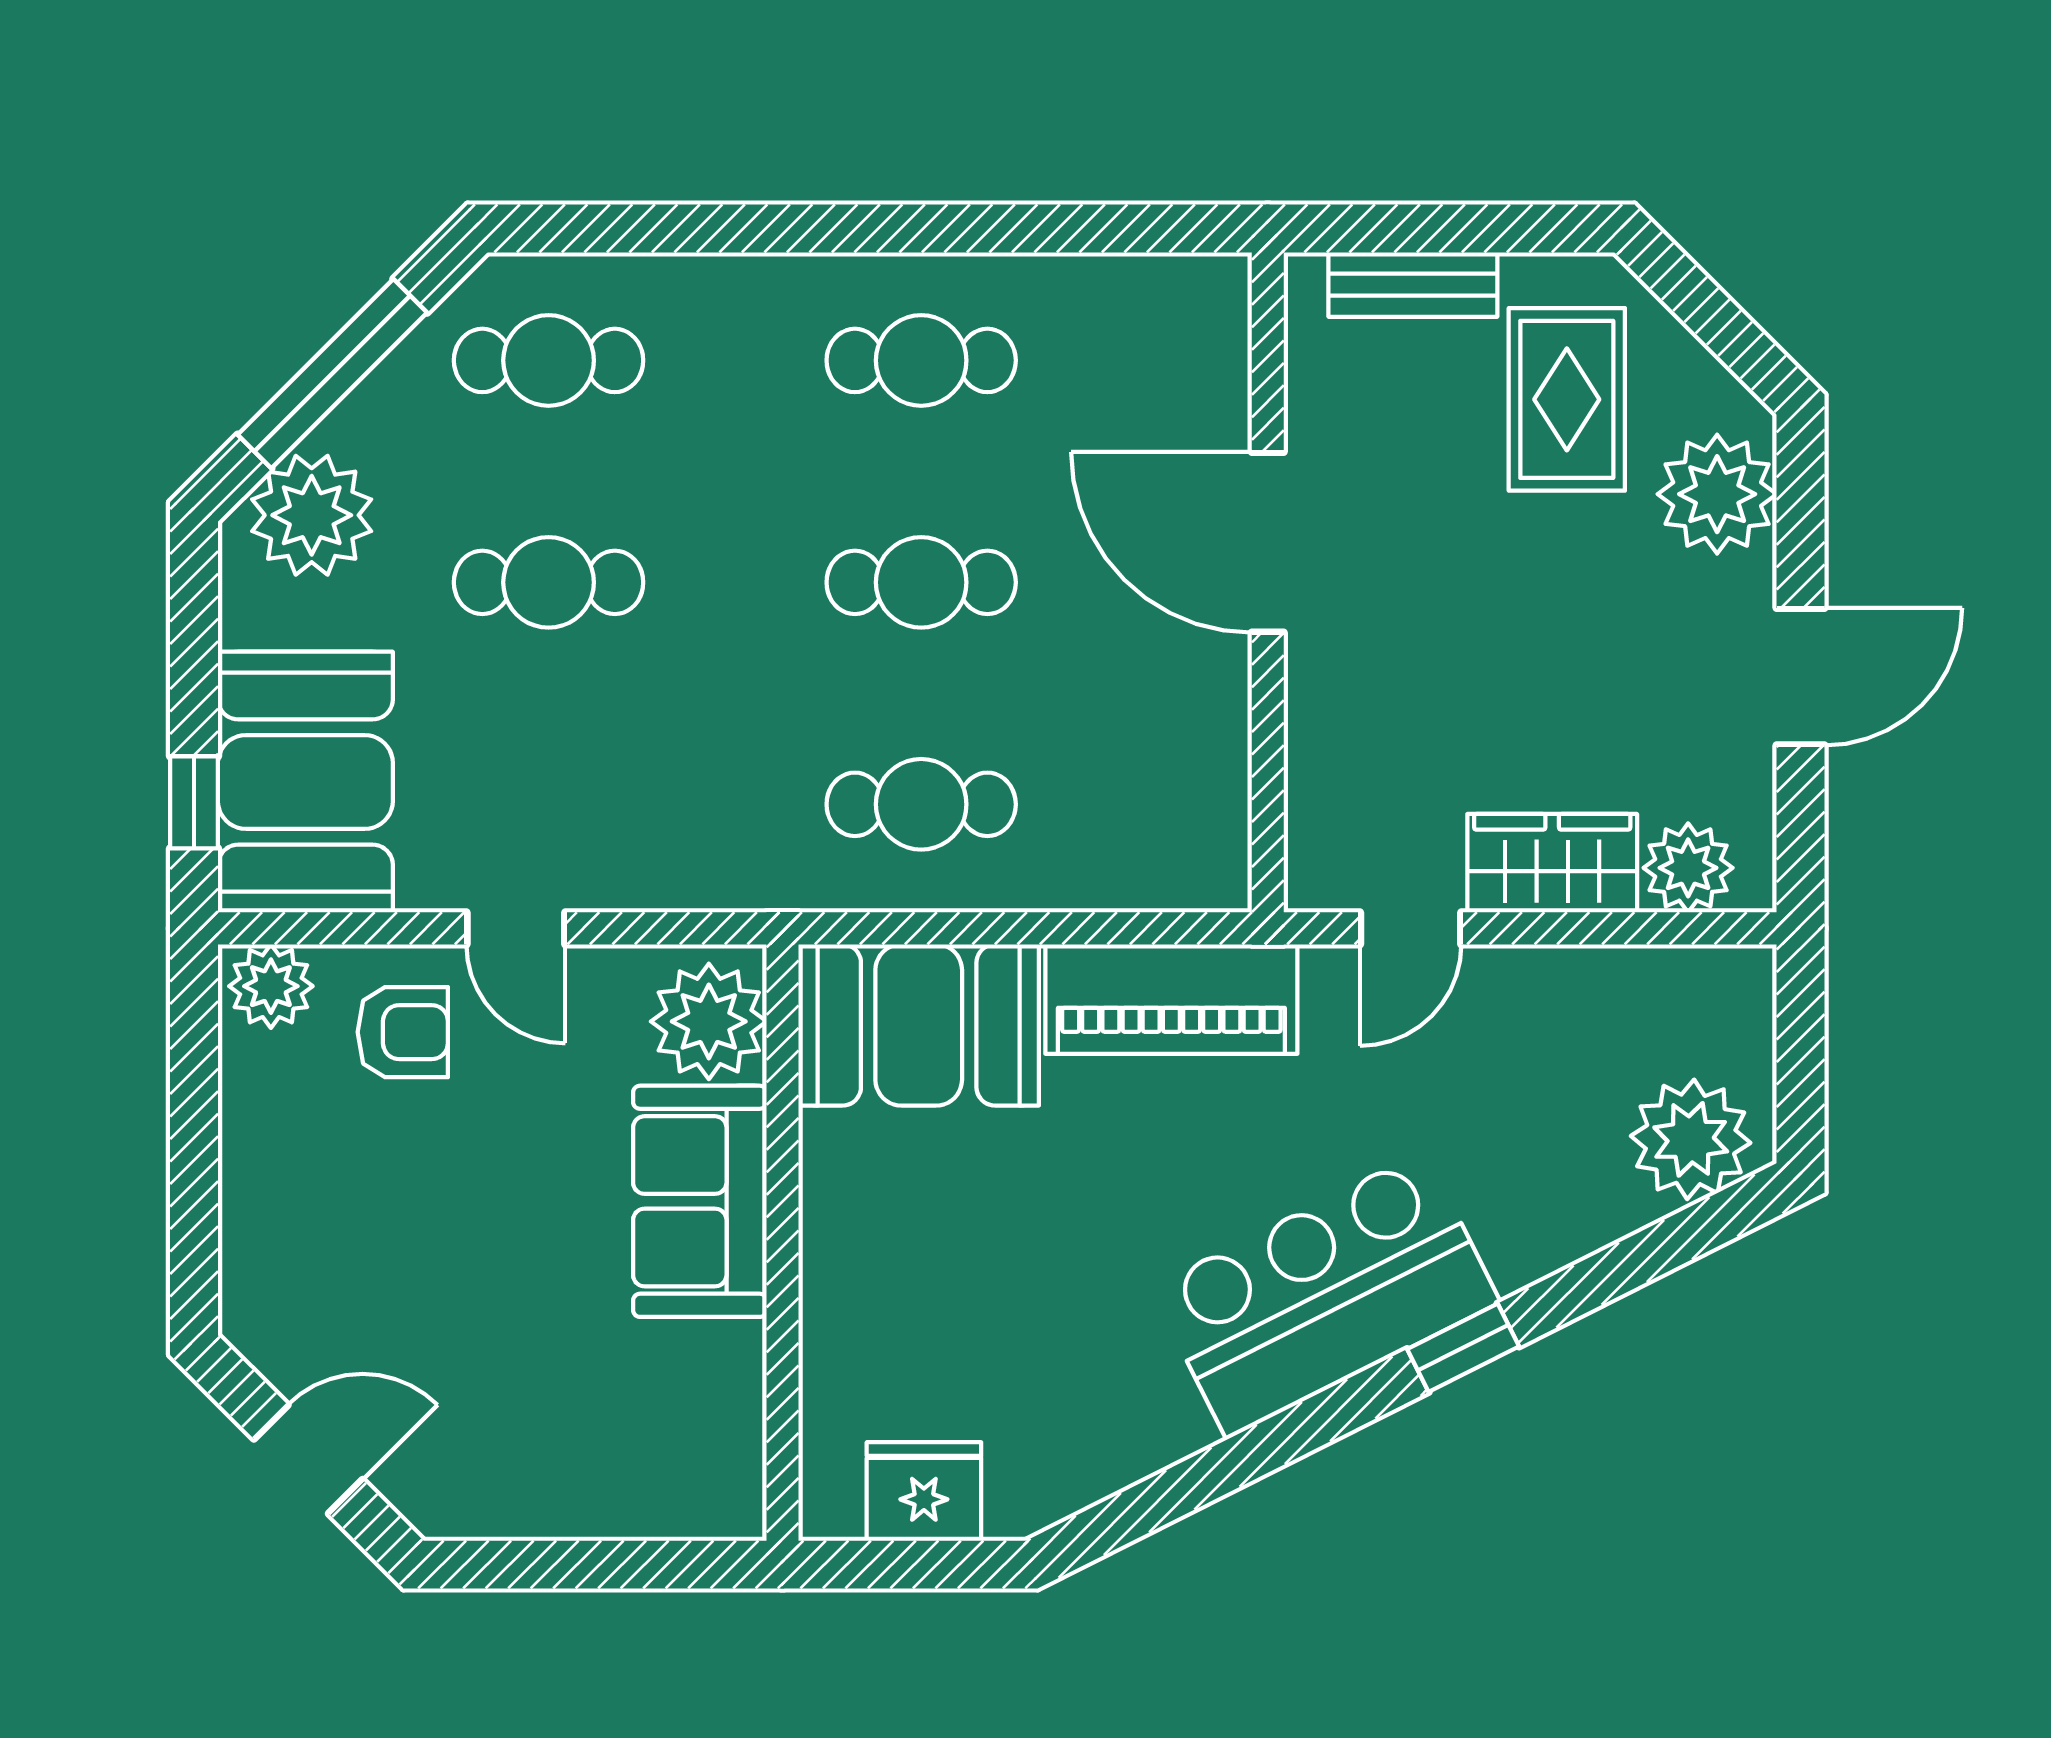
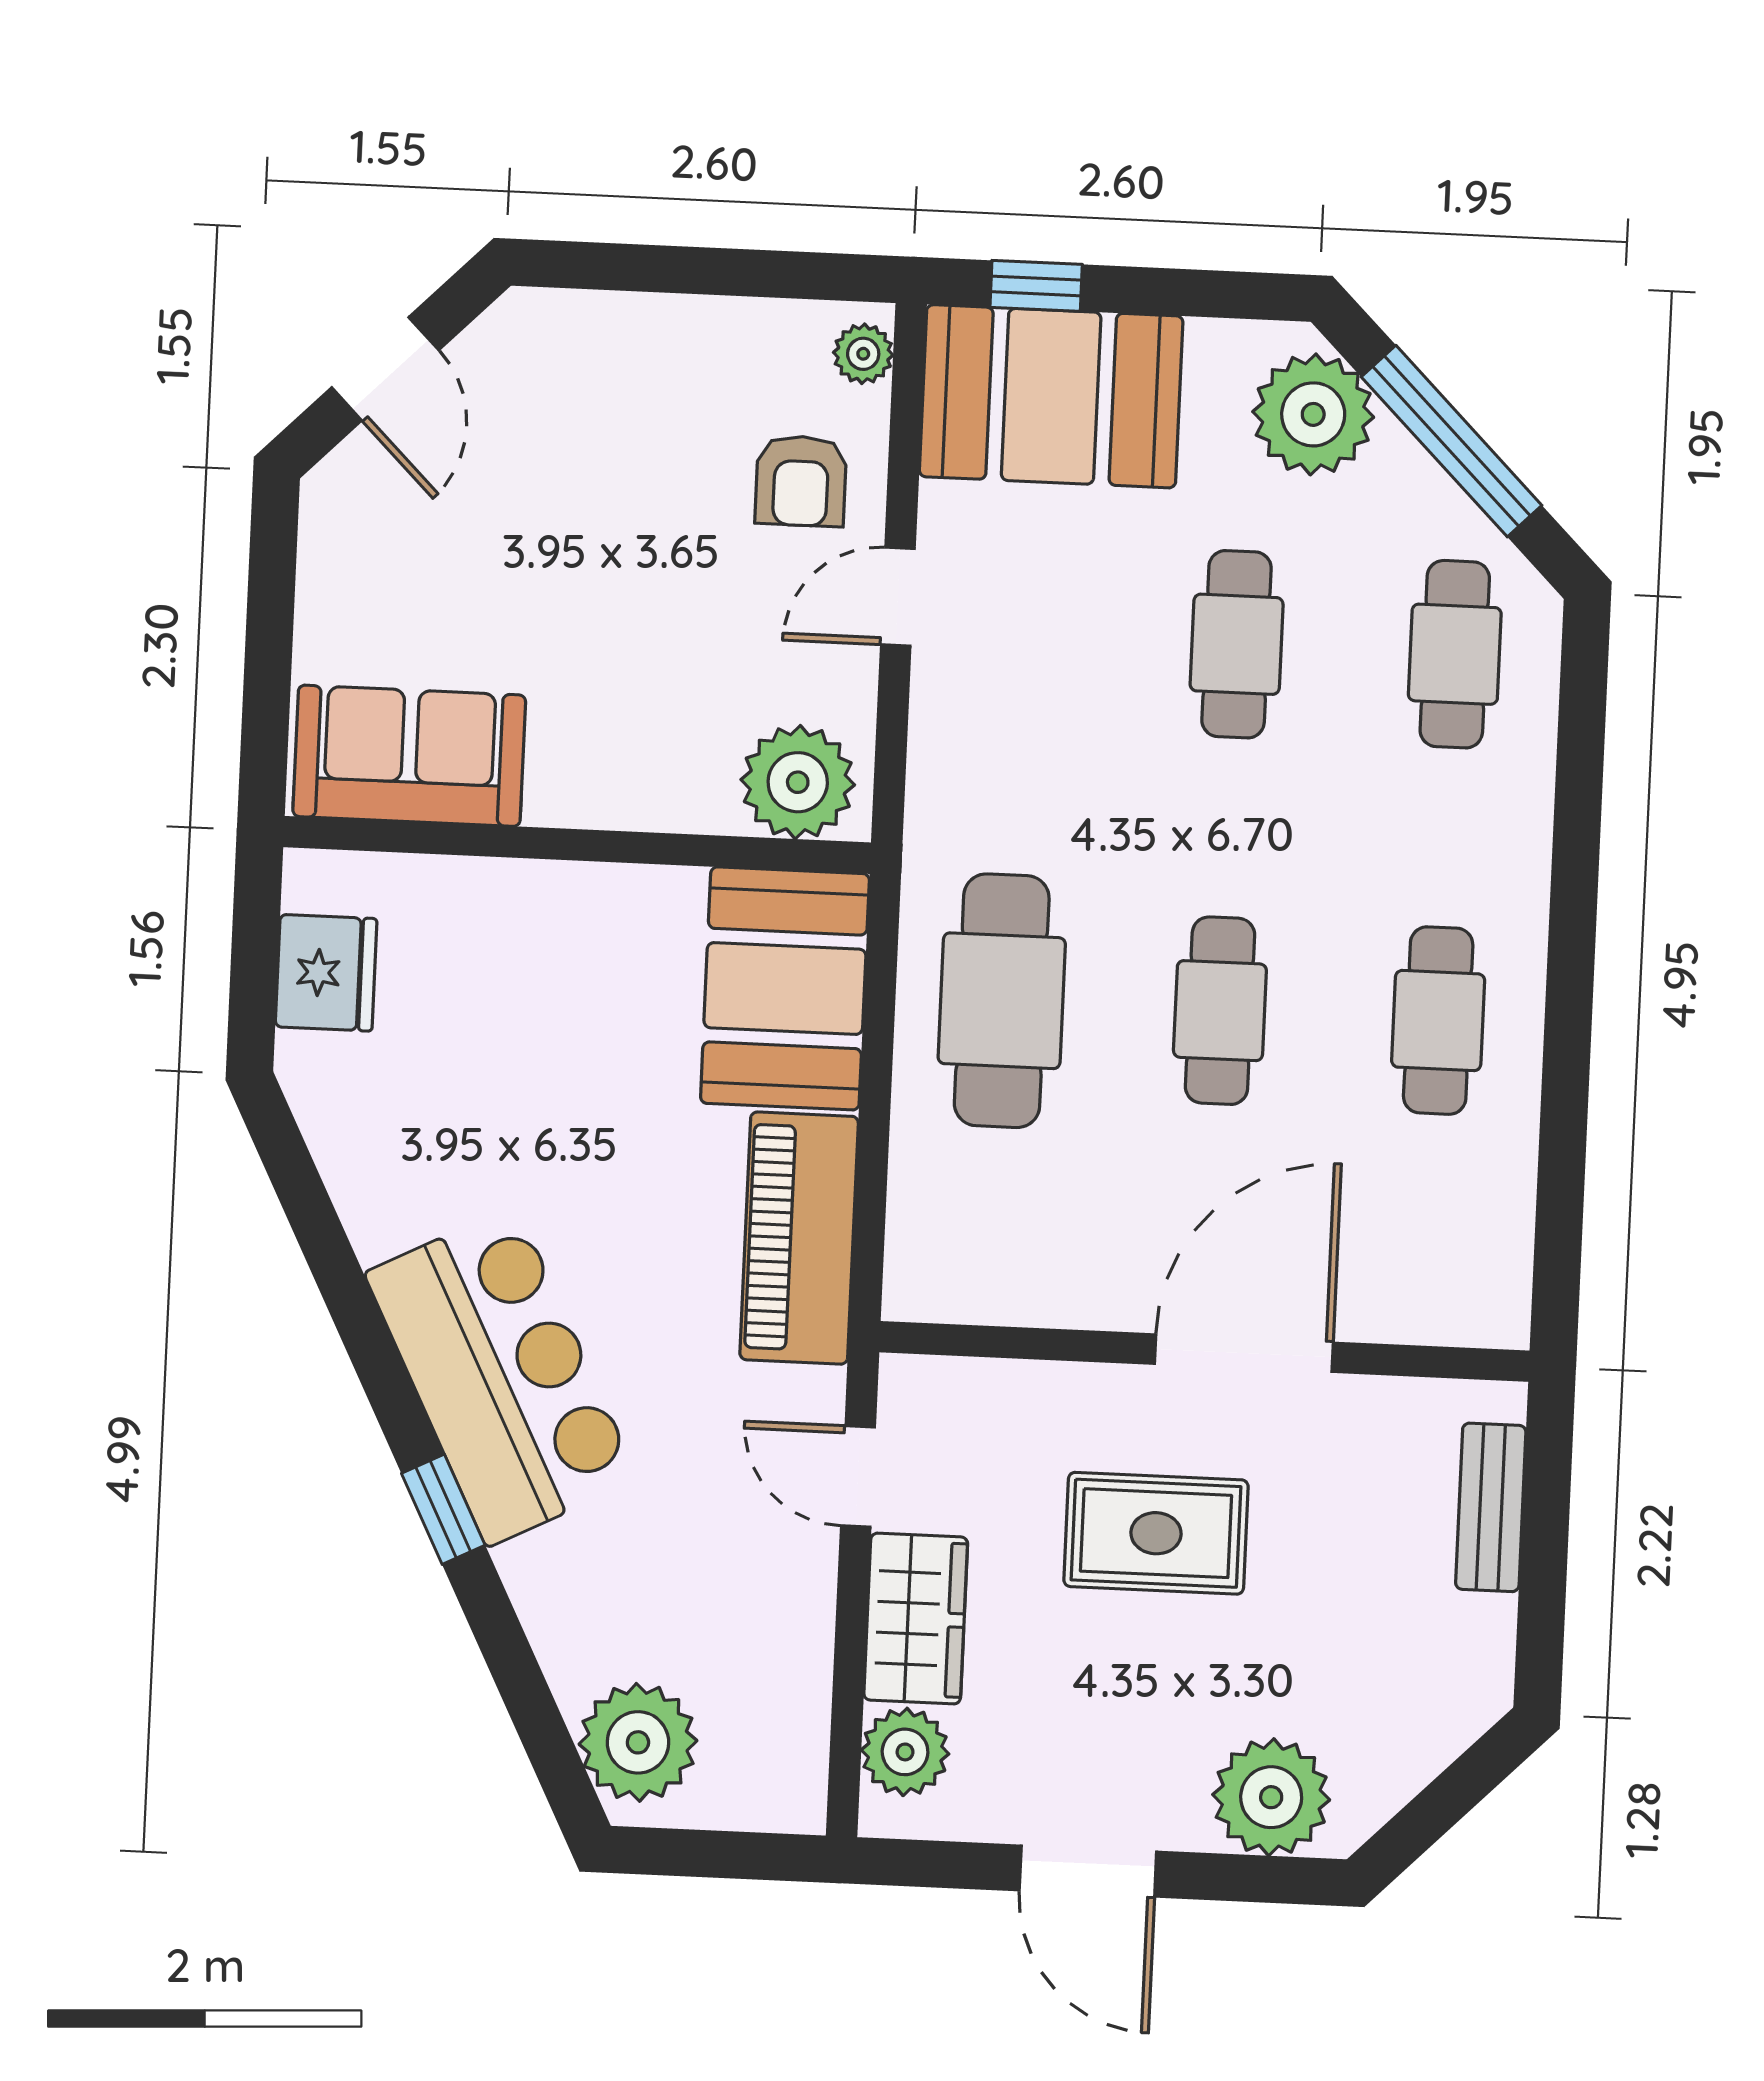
rug: (1567, 399) -> (1156, 1533), moved
cafe table: (921, 804) -> (1002, 1001), width x1.37, depth x1.35
plant: (271, 986) -> (863, 354), width x0.73, depth x0.73
sofa: (700, 1201) -> (409, 756), moved

